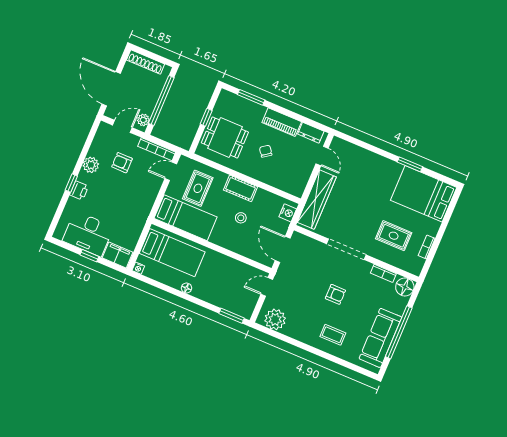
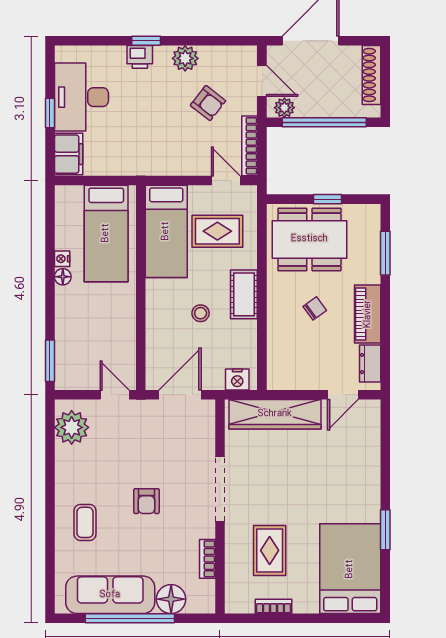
dining table: (225, 137) -> (309, 239), width x1.38
armchair: (122, 163) -> (208, 103), turned 128
nightstand: (138, 268) -> (62, 259), moved
floor lamp: (405, 287) -> (171, 599), moved

